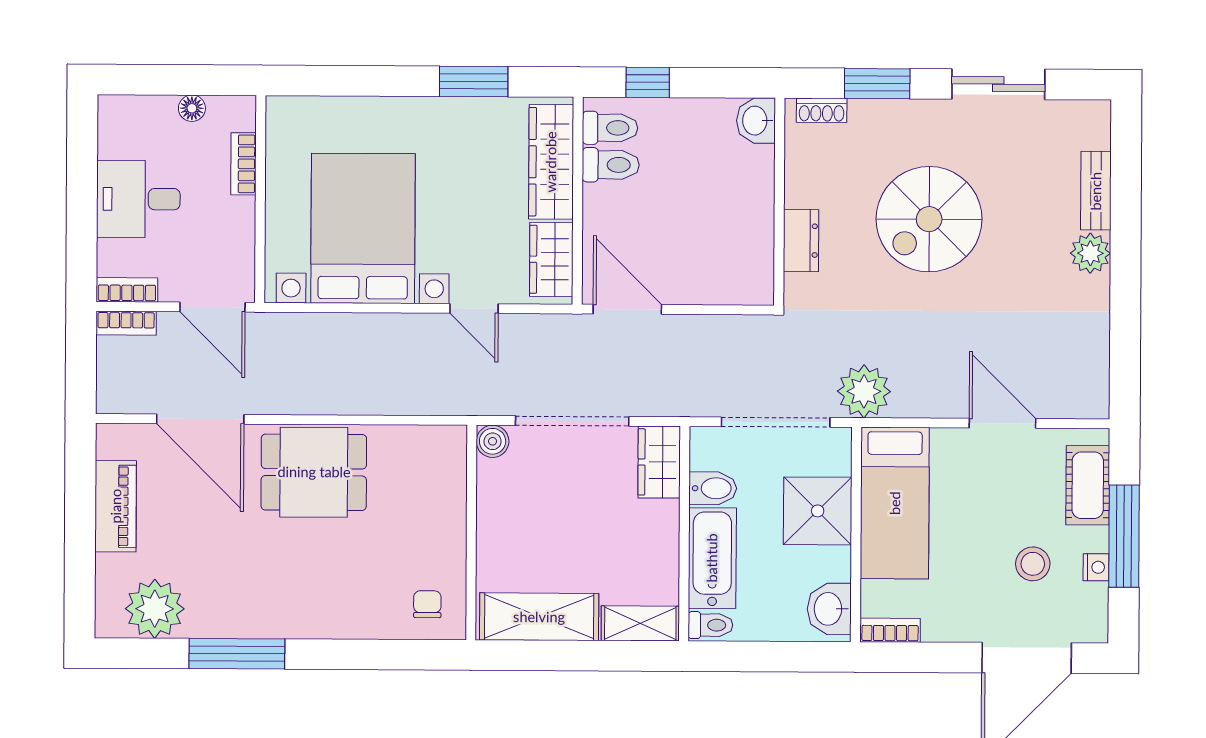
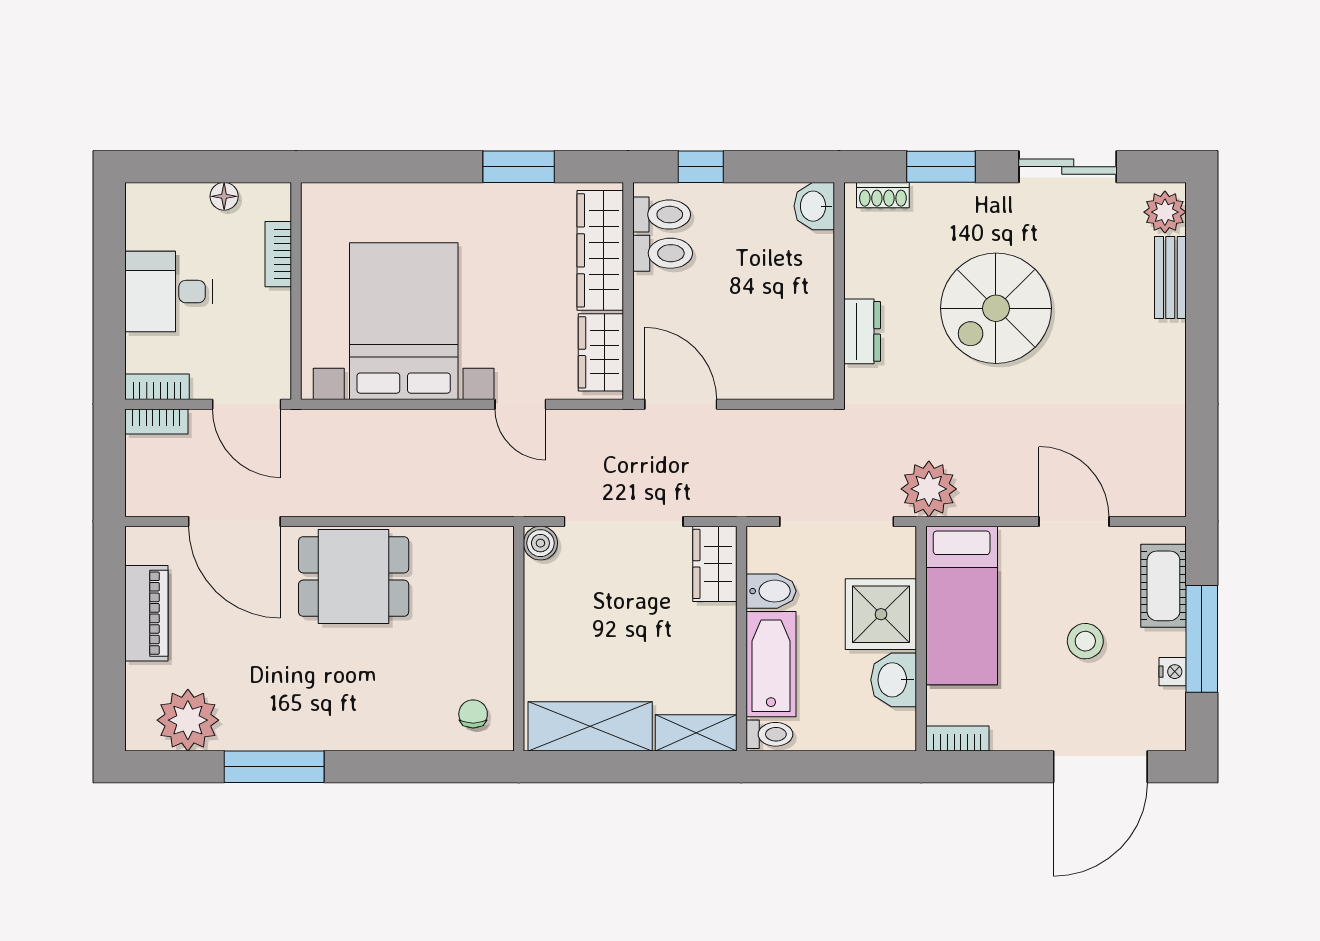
plant: (1090, 253) -> (1165, 212), moved
stool: (1033, 564) -> (1085, 641), moved
washbasin: (829, 609) -> (894, 680), moved

